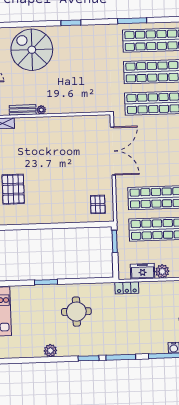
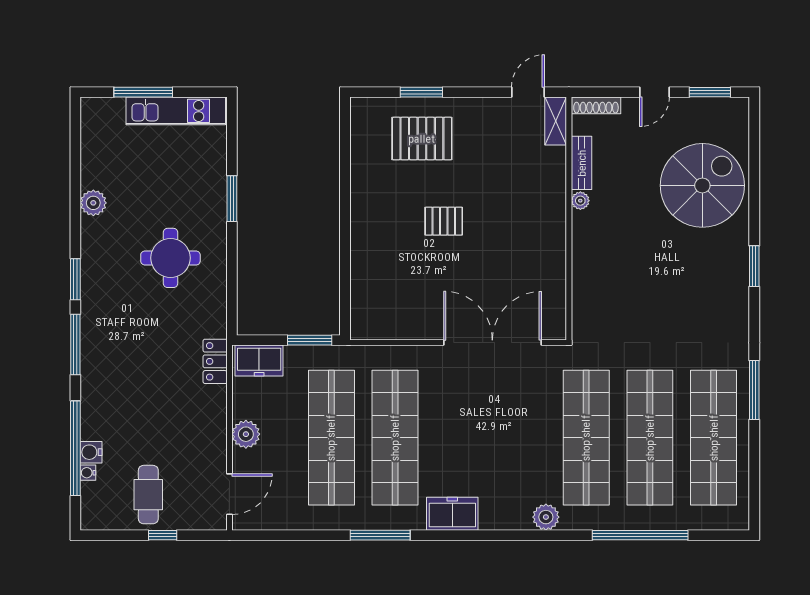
double door: (113, 151) -> (492, 343), swing flipped
pallet: (98, 204) -> (444, 221), moved
freezer: (143, 271) -> (259, 360), moved, turned 90

